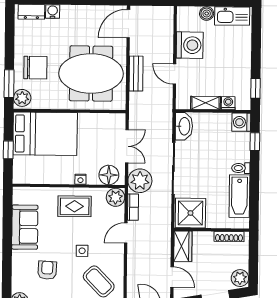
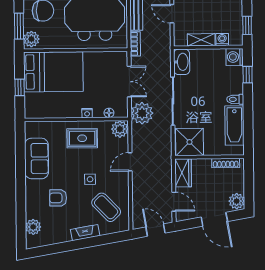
floor lamp: (109, 175) -> (109, 113), width x0.53, depth x0.53
bookcase: (133, 207) -> (135, 44), moved
armchair: (47, 270) -> (58, 198), turned -93

